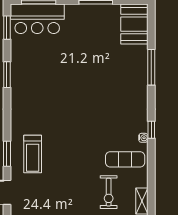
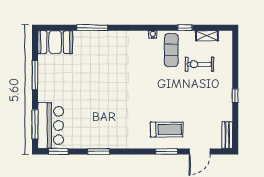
window: (151, 130) -> (185, 28), moved
exercise bike: (109, 192) -> (199, 64), turned 180

